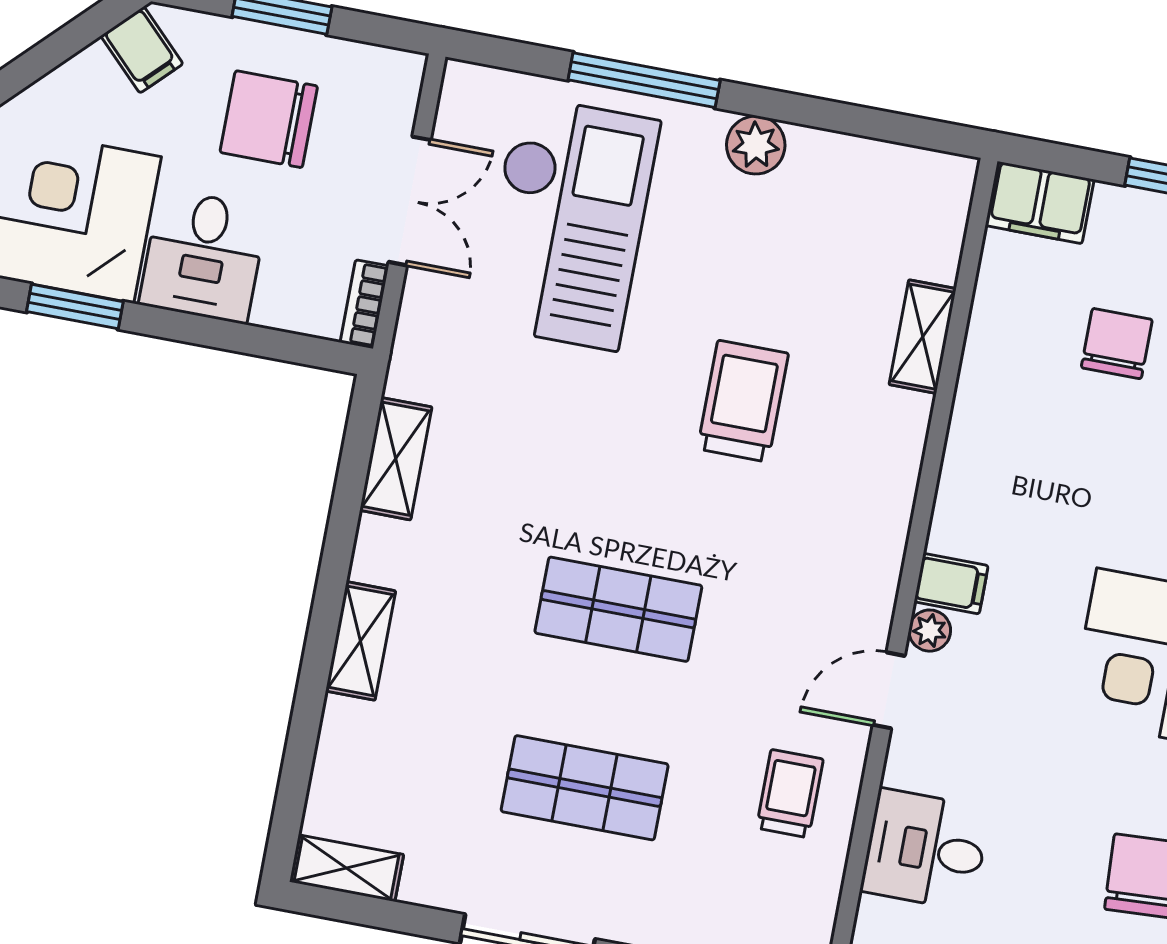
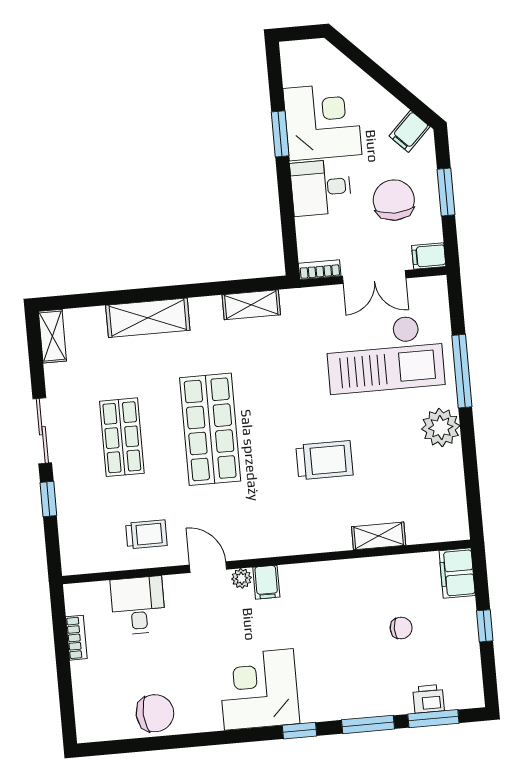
filing cabinet: (399, 81) -> (429, 256), added
plant: (756, 145) -> (441, 427), width x1.36, depth x1.36
chair: (1117, 344) -> (401, 628), width x0.73, depth x0.73
shop shelf: (618, 609) -> (210, 429), width x1.43, depth x1.36
shelving: (361, 641) -> (148, 318), width x1.50, depth x1.33

